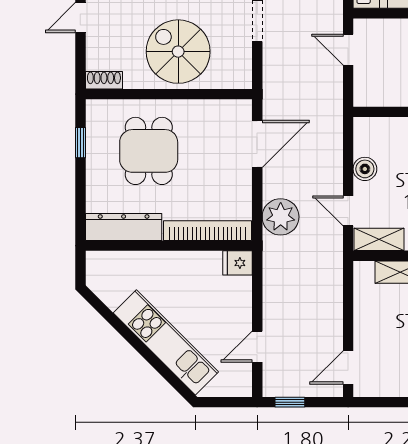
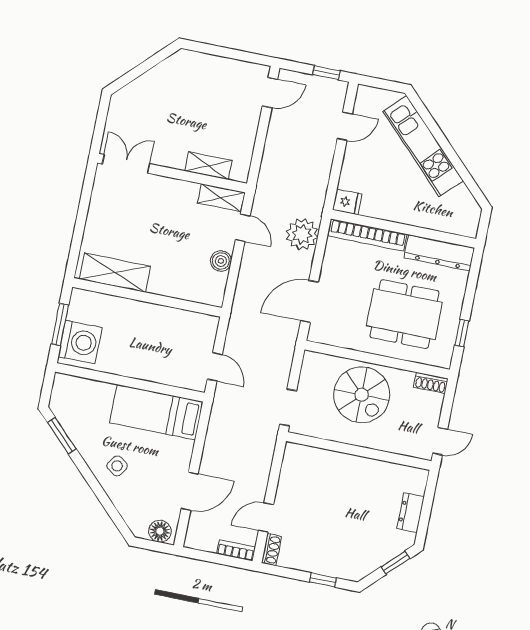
dining table: (149, 151) -> (404, 314), width x1.38

